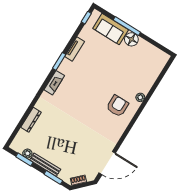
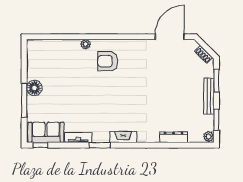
sofa: (111, 29) -> (46, 132), moved, turned -90
plant: (27, 153) -> (209, 137), moved
door: (107, 163) -> (170, 37), hinge flipped

